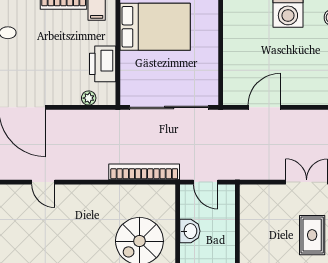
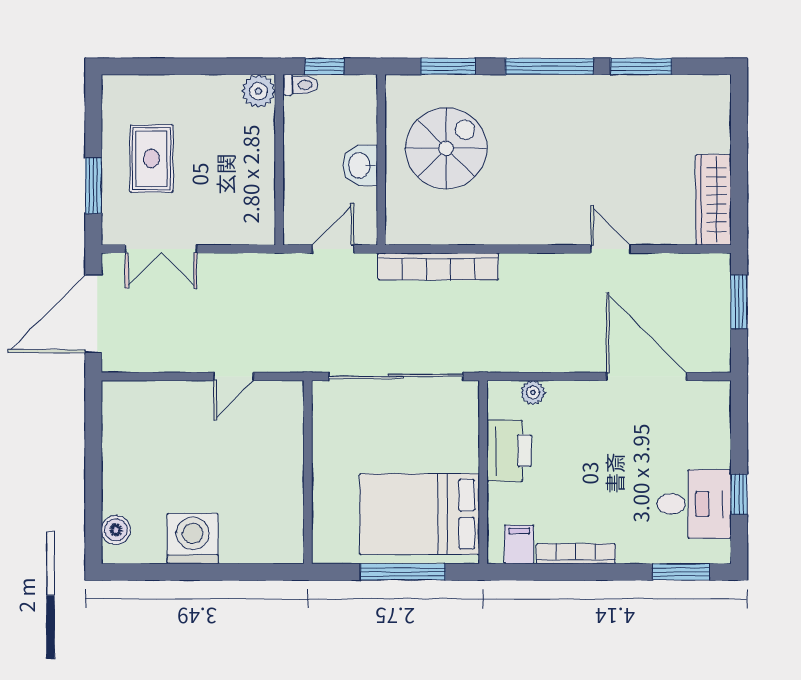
door: (264, 107) -> (233, 376), width x0.73
door: (206, 182) -> (333, 249), hinge flipped

